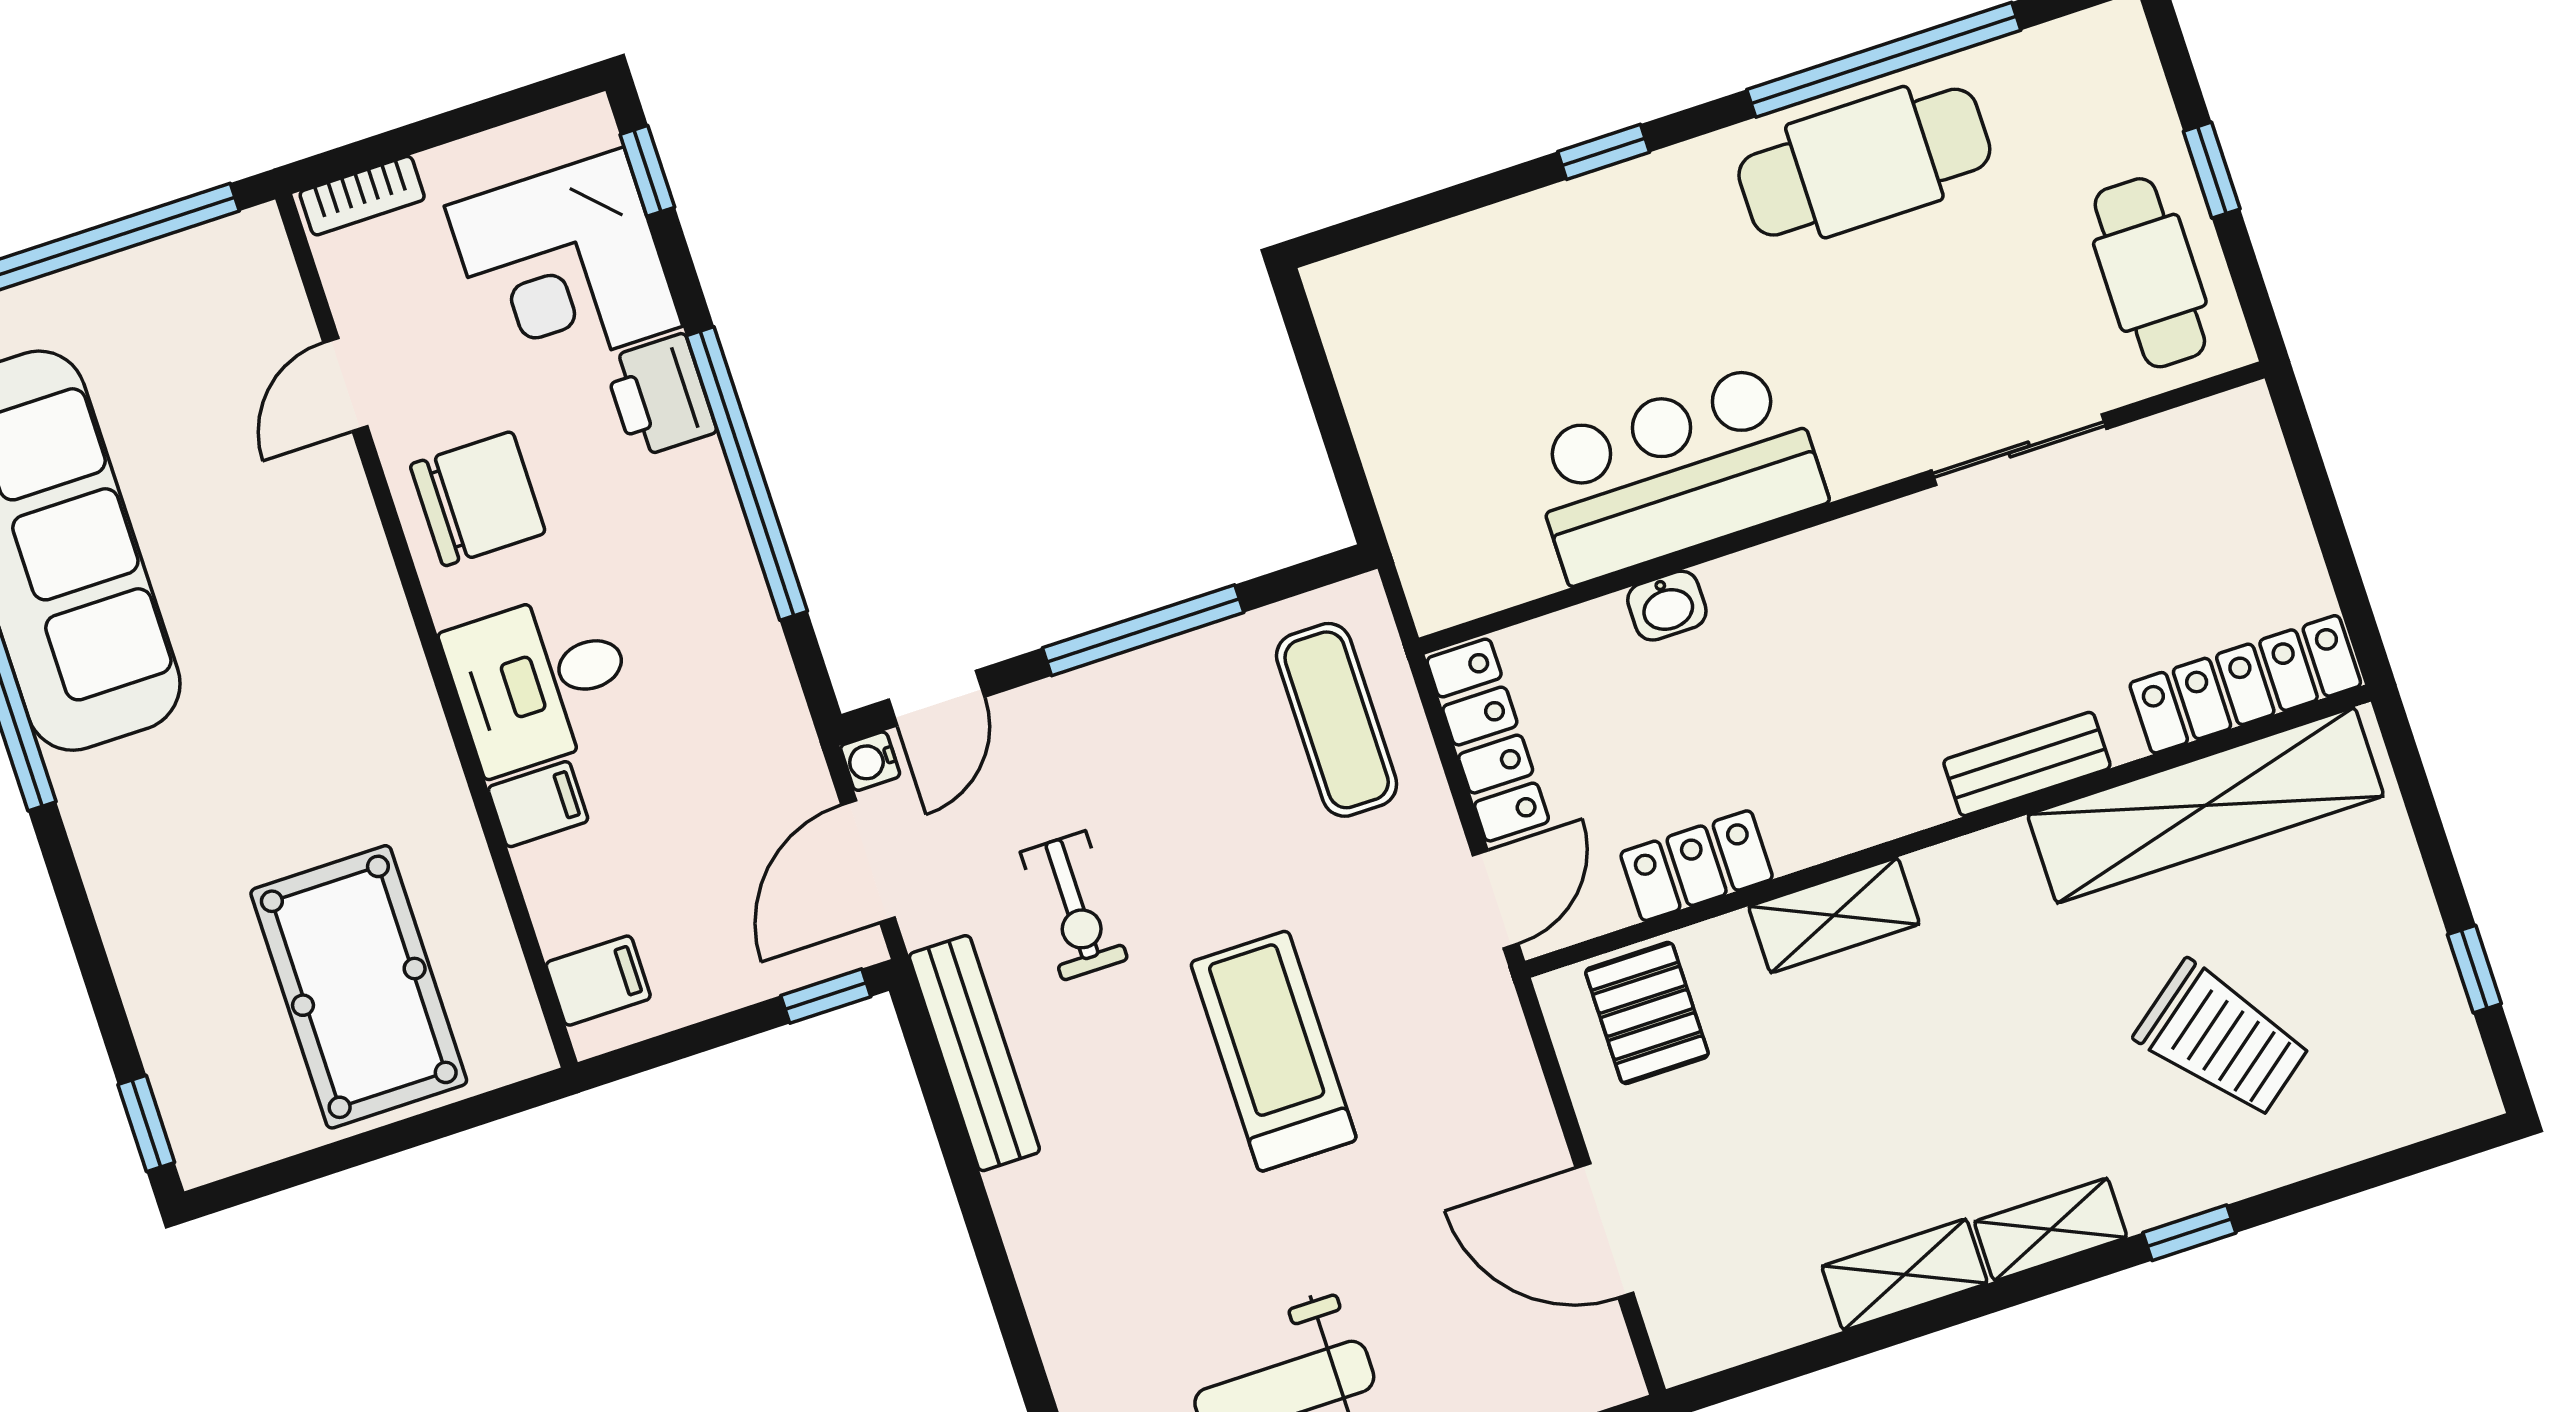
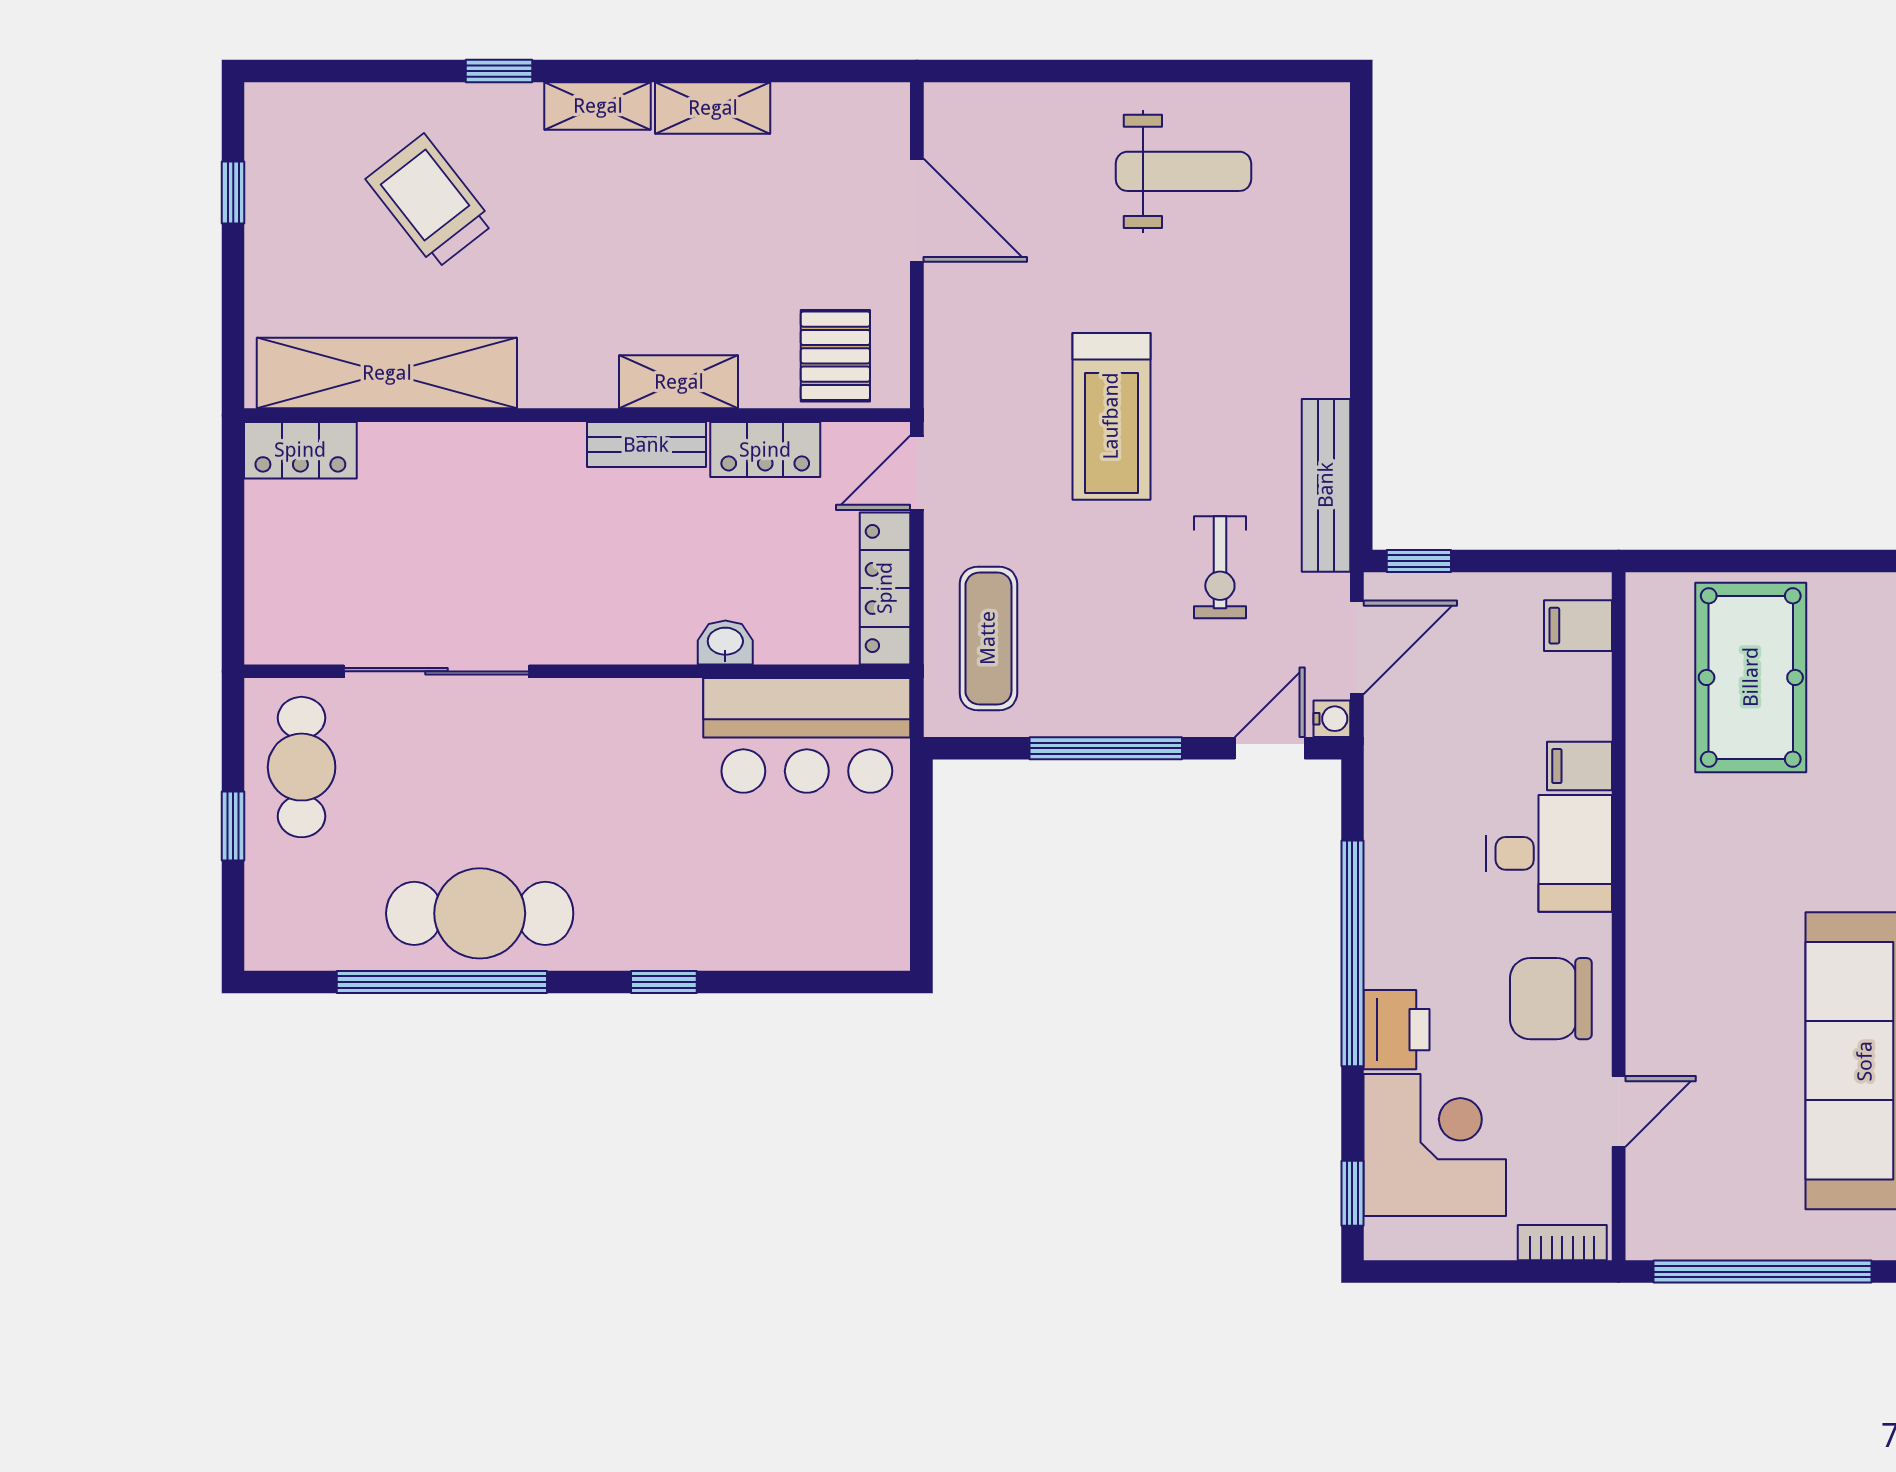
sliding door: (2019, 450) -> (437, 671), width x1.37
bar counter: (1676, 473) -> (807, 735), moved
locker: (2245, 684) -> (300, 450), width x0.66
bench: (2027, 764) -> (646, 445), moved
exercise bike: (1074, 906) -> (1220, 567), turned 180

